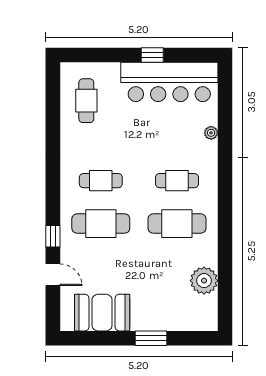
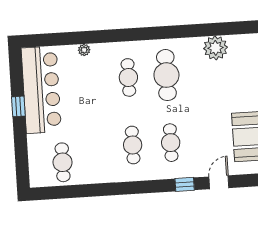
cafe table: (86, 101) -> (63, 162), turned 90
cafe table: (101, 224) -> (171, 143), width x0.73, depth x0.74

